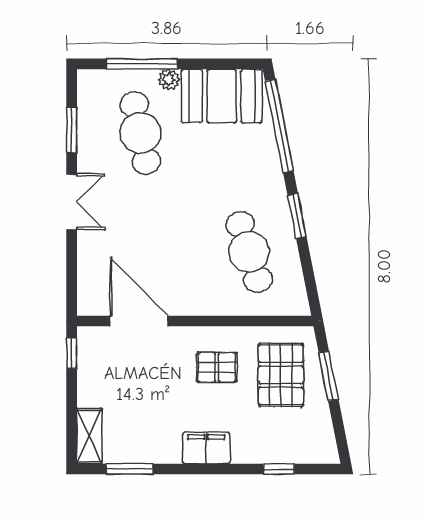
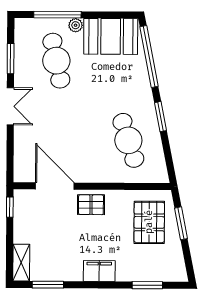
pallet: (217, 367) -> (91, 205), moved
window: (279, 469) -> (147, 285), width x1.50

